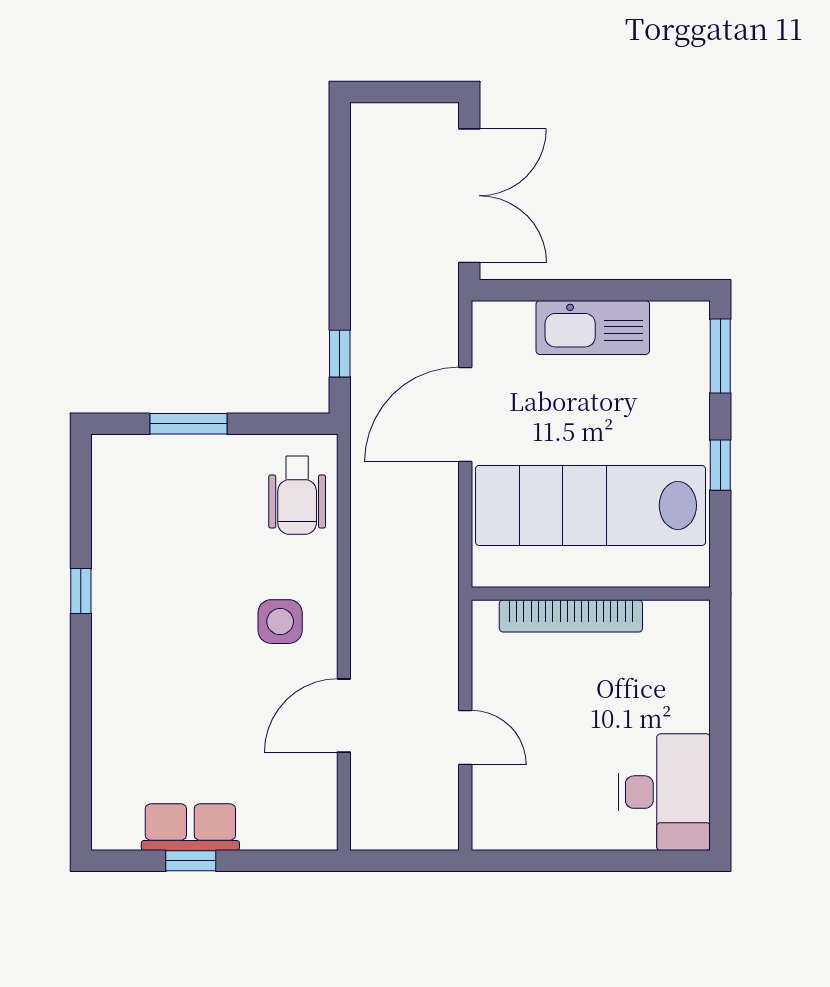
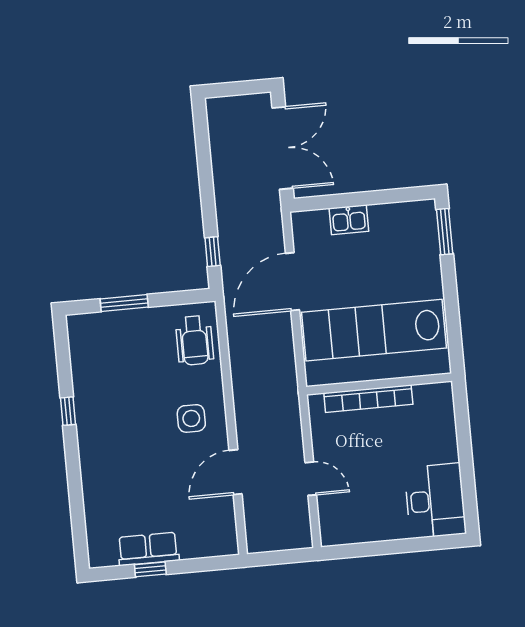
kitchen sink: (593, 327) -> (349, 220), width x0.53, depth x0.81
window: (720, 465) -> (451, 298), removed

